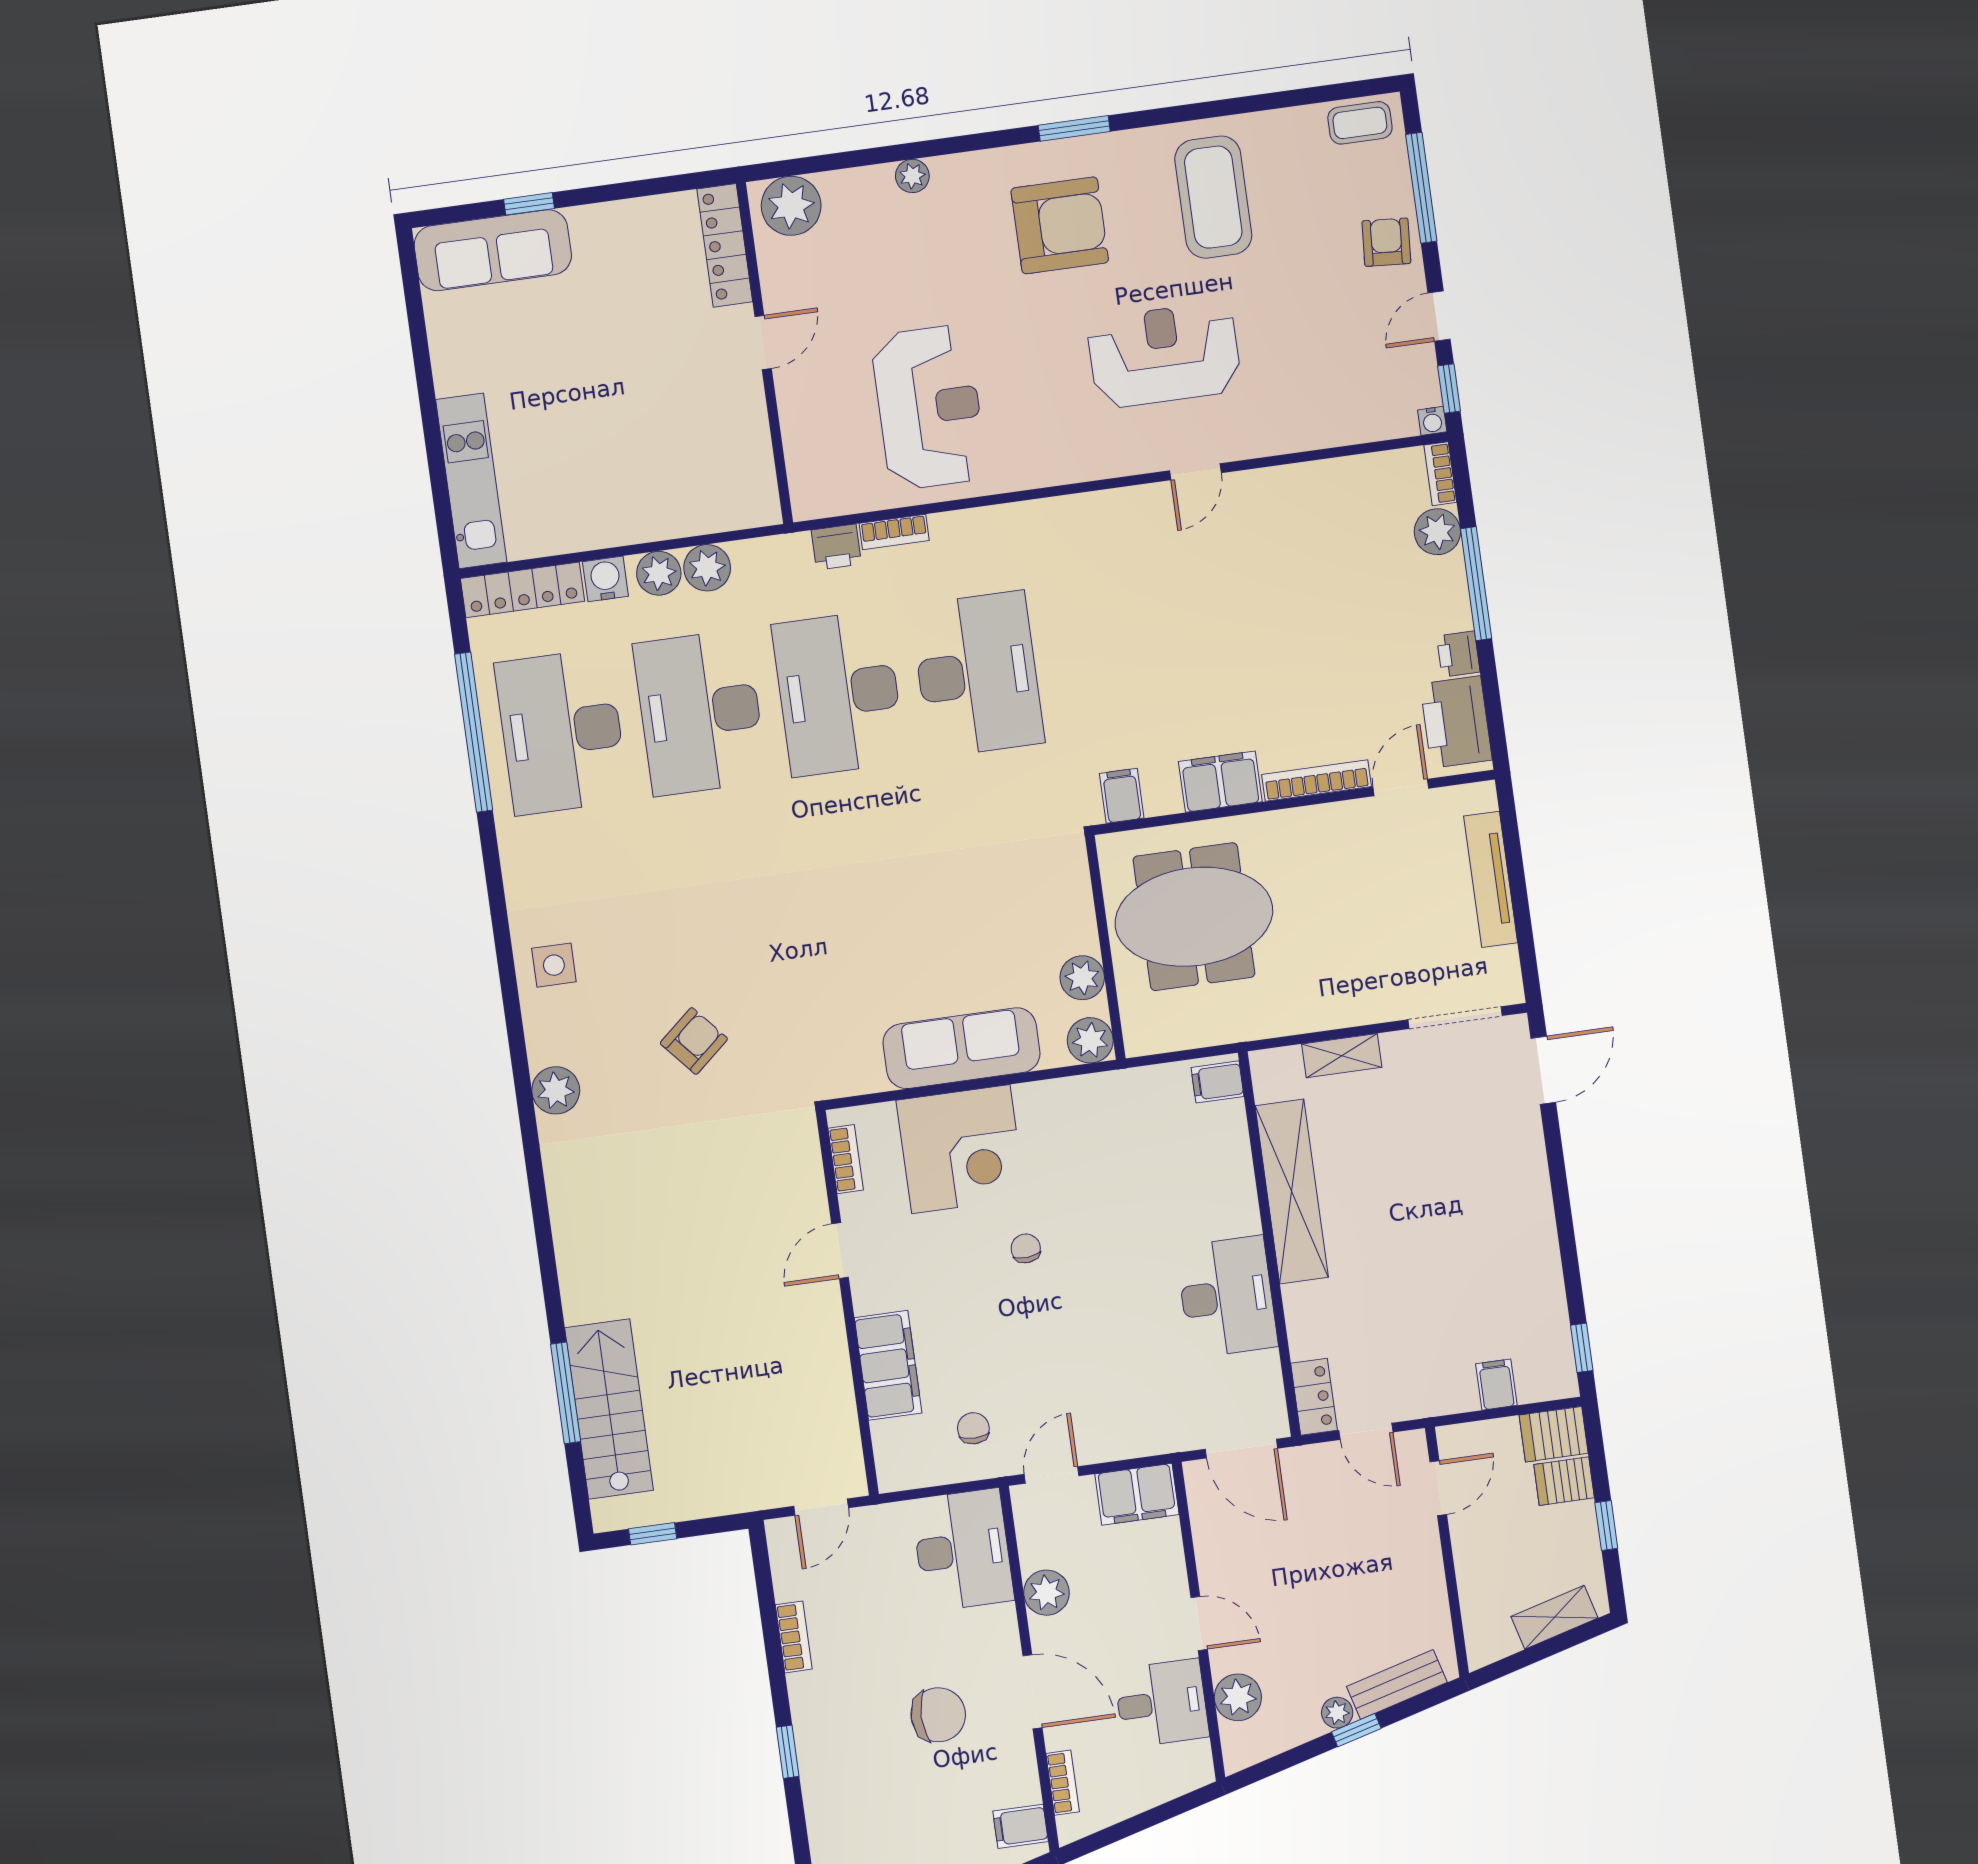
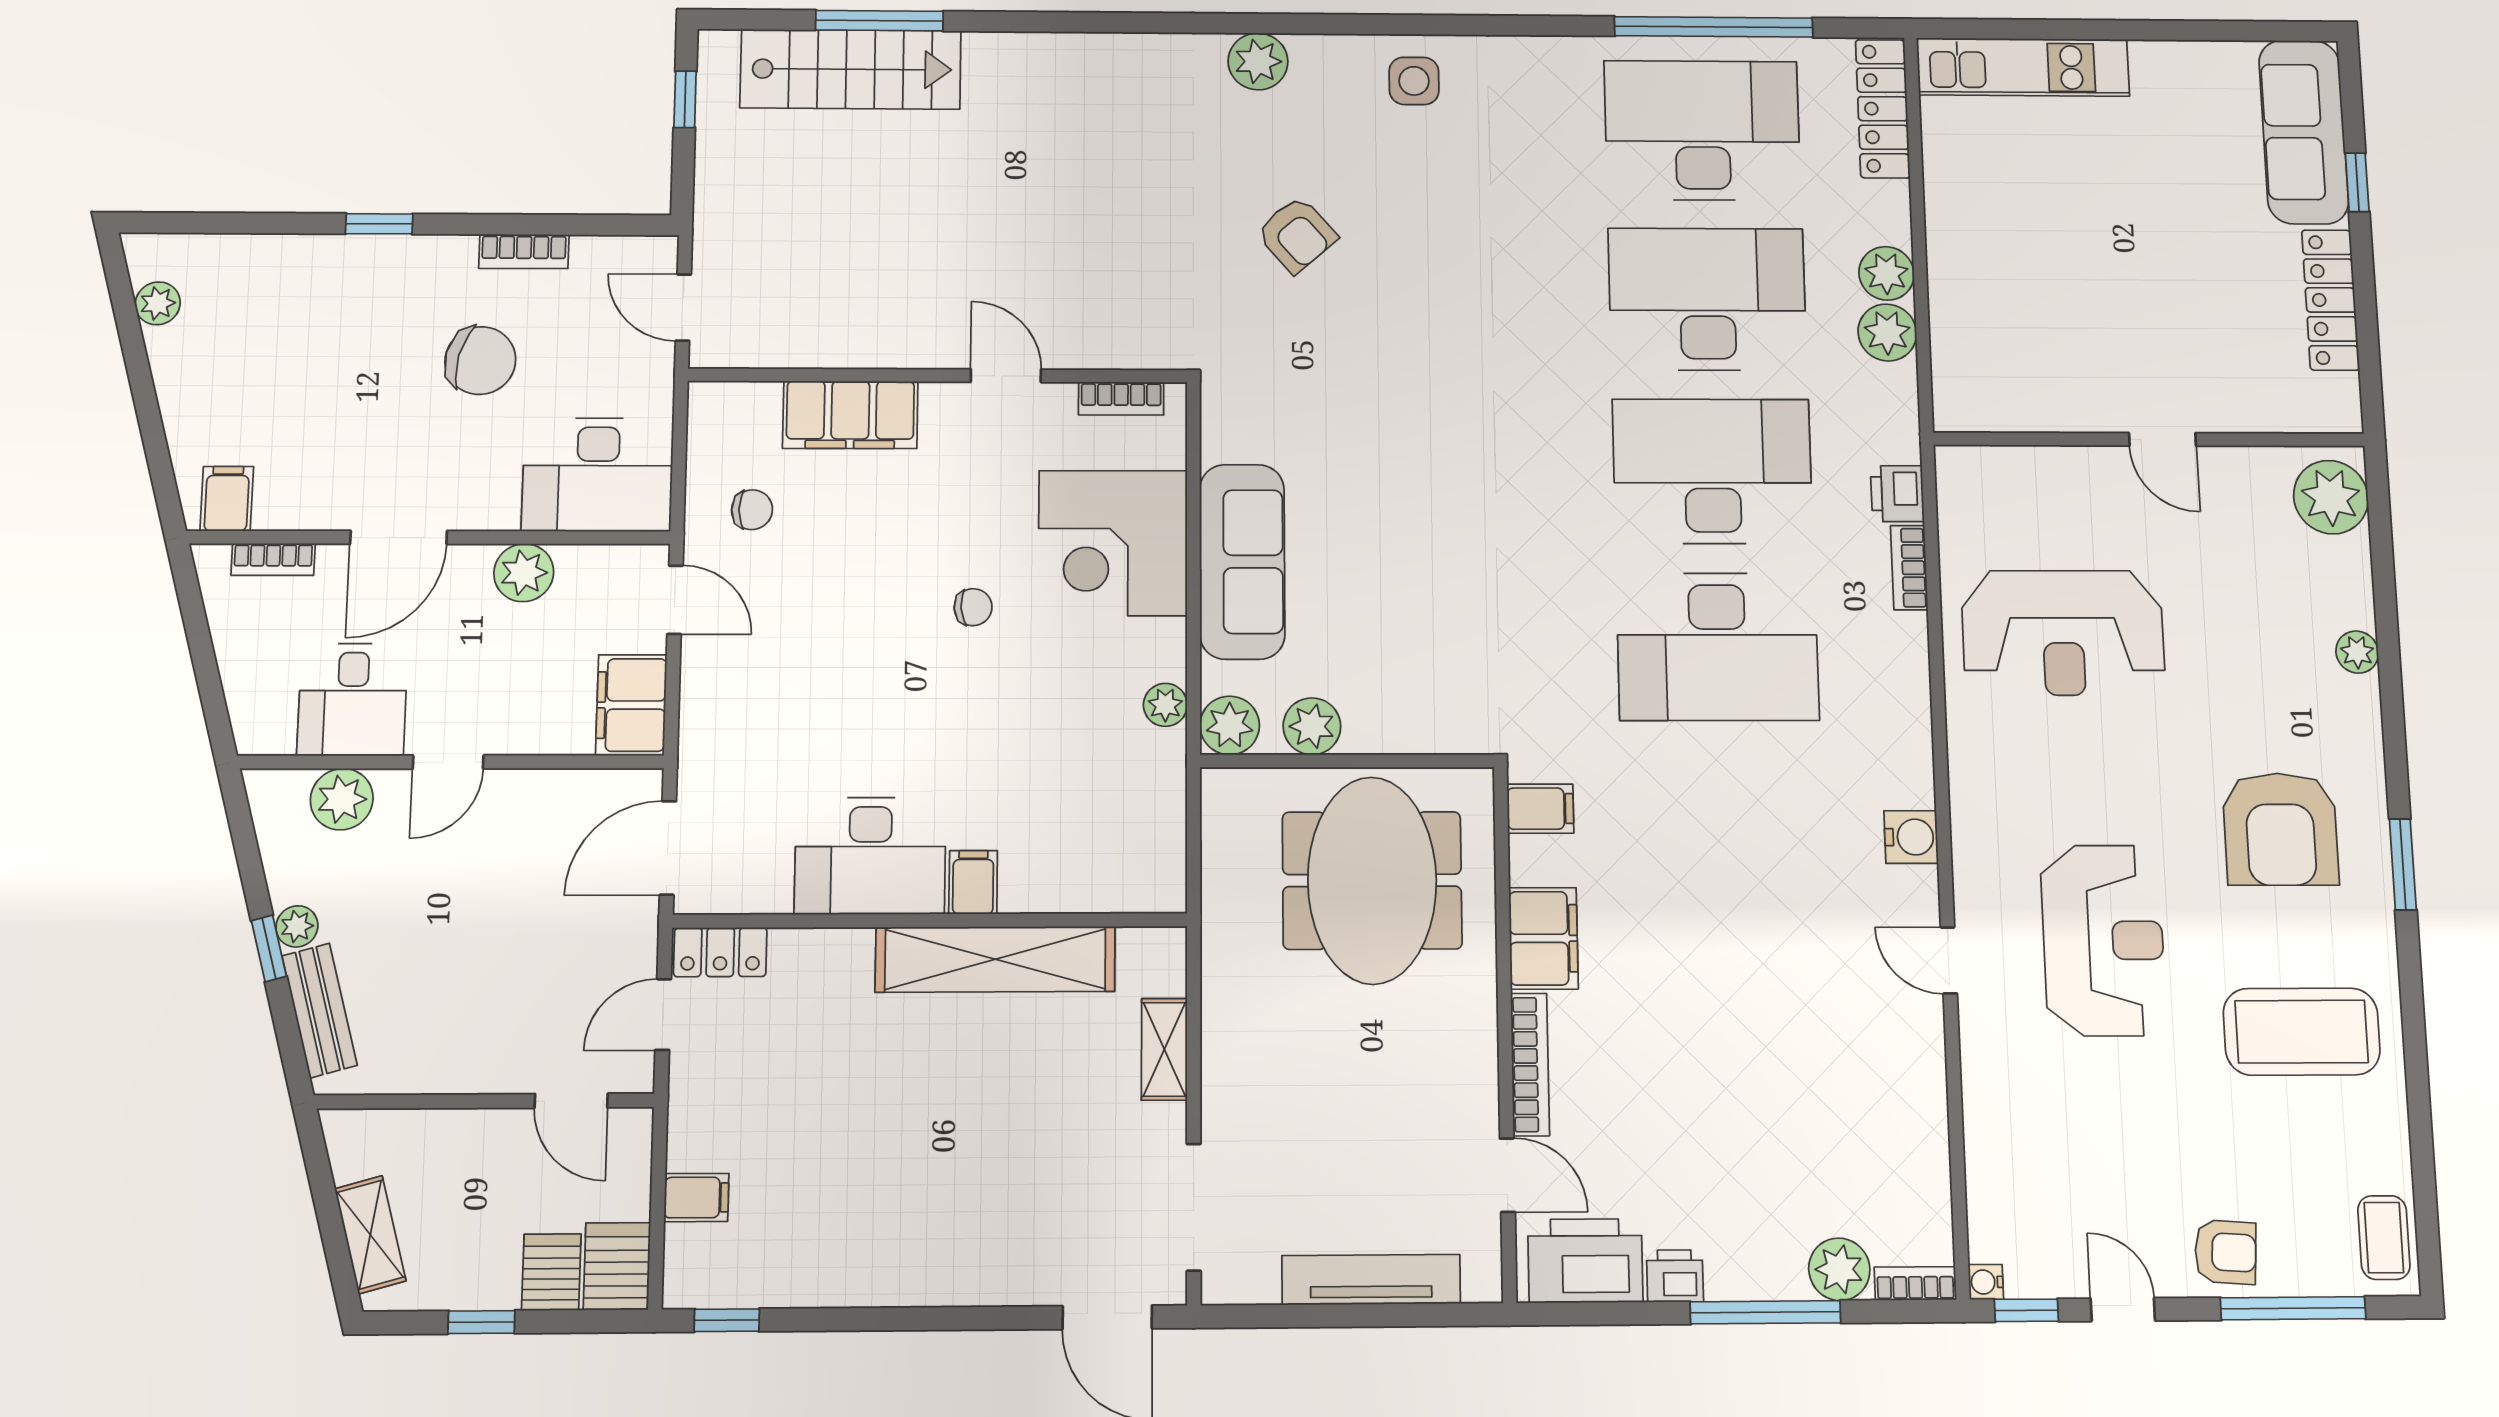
locker: (725, 245) -> (2331, 300), moved, turned -90
water cooler: (605, 579) -> (1911, 837), moved
filing cabinet: (1218, 1082) -> (973, 882), moved
plant: (1081, 1091) -> (1165, 705), added
chair: (938, 1715) -> (480, 361), moved, turned -76

